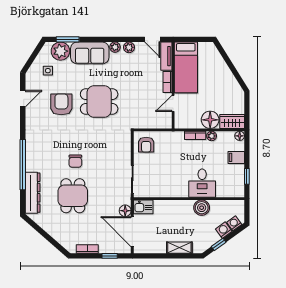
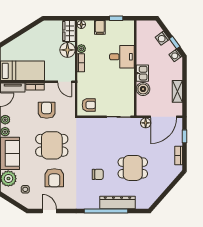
armchair: (140, 95) -> (47, 110), added
dining table: (99, 101) -> (52, 145), turned 90
door: (173, 103) -> (65, 82), moved
armchair: (61, 104) -> (54, 178), turned -90
chair: (75, 161) -> (98, 174), moved
dresser: (33, 193) -> (117, 202), moved
kitchen sink: (143, 207) -> (142, 73), moved
boiler: (202, 208) -> (143, 89), moved
washing machine: (234, 223) -> (175, 55), moved
shelving: (179, 248) -> (177, 91), moved

